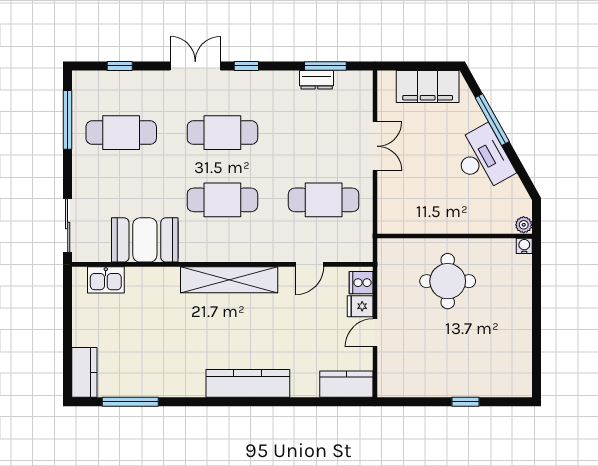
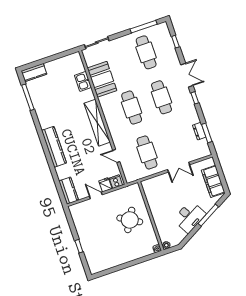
kitchen sink: (106, 280) -> (83, 81), moved
round table: (448, 281) -> (130, 220), turned 30

